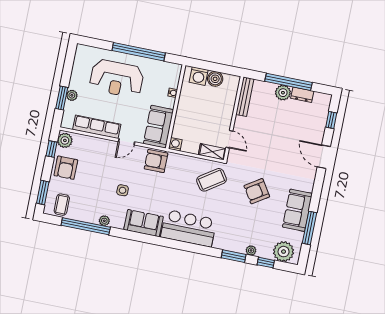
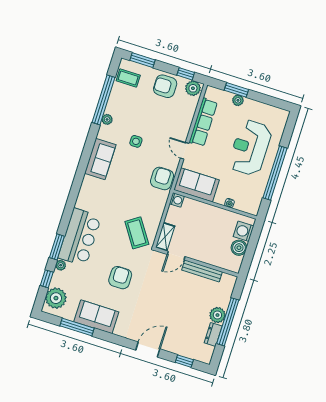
bench: (245, 97) -> (202, 271), moved
armchair: (257, 191) -> (120, 278), turned 33
bar counter: (189, 228) -> (80, 237), moved

